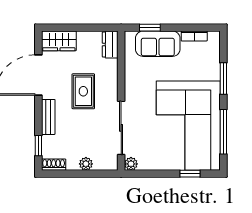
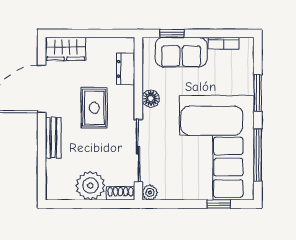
dresser: (110, 45) -> (126, 69), moved
floor lamp: (132, 83) -> (151, 99), added
window: (38, 146) -> (42, 171), removed
plant: (86, 164) -> (90, 186), width x1.88, depth x1.88
shoe rack: (54, 165) -> (121, 193), moved

